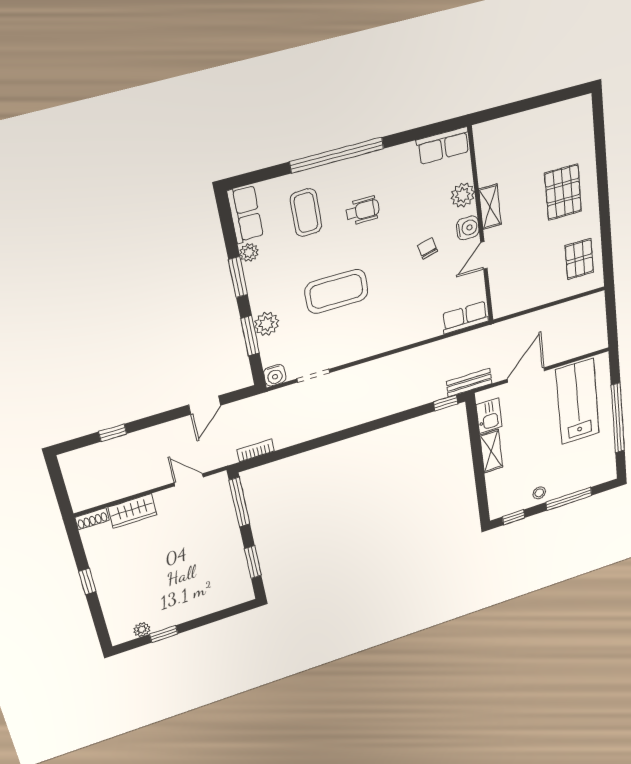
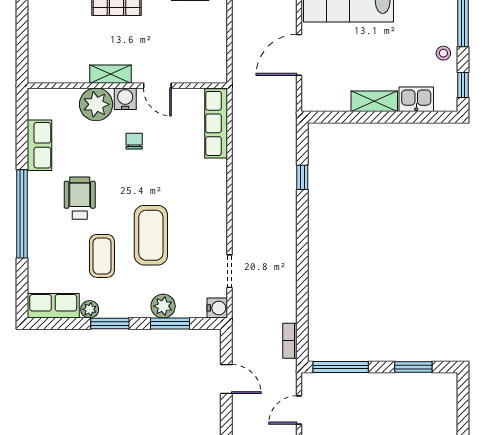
row of seats: (443, 146) -> (40, 145), moved
plant: (463, 195) -> (96, 104), width x1.36, depth x1.36
wheelchair: (363, 210) -> (80, 198), width x1.36, depth x1.37
coffee table: (306, 213) -> (102, 256), moved, turned 90
chair: (427, 248) -> (134, 141), turned 104
row of seats: (465, 317) -> (216, 123), width x1.48
door: (526, 375) -> (299, 55), hinge flipped
bench: (469, 383) -> (288, 116), removed
window: (446, 403) -> (302, 177), moved
kitchen sink: (489, 416) -> (416, 99), moved

